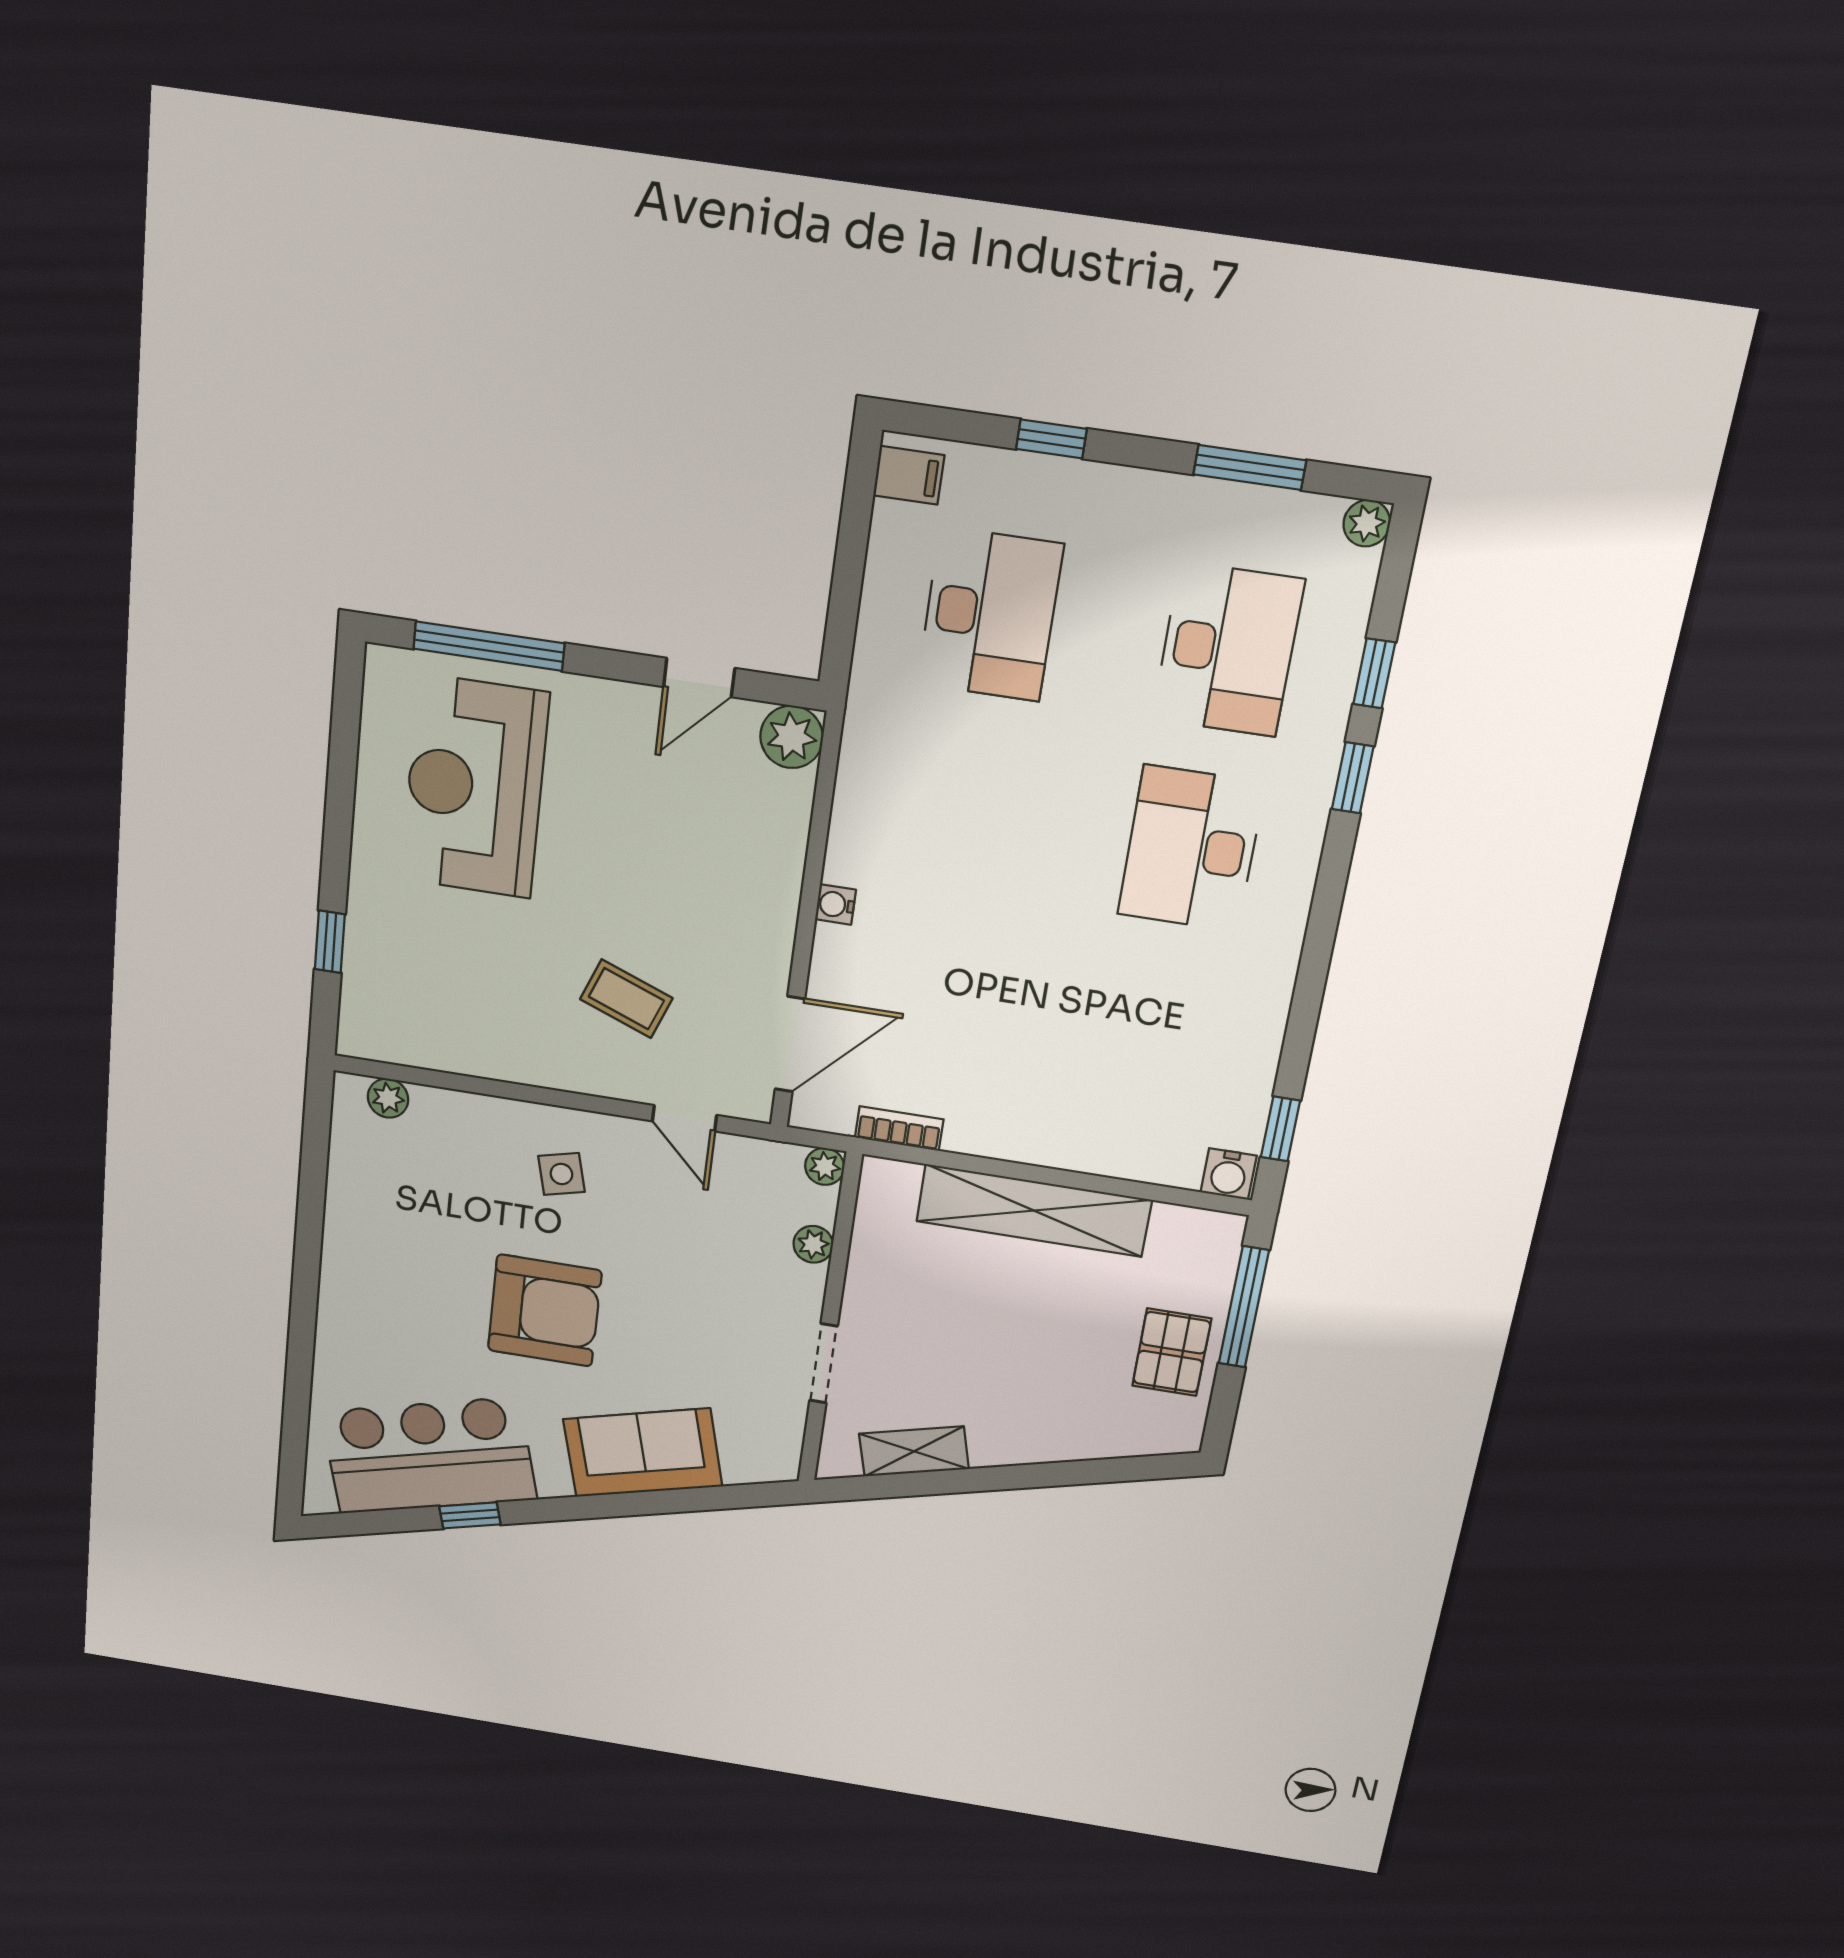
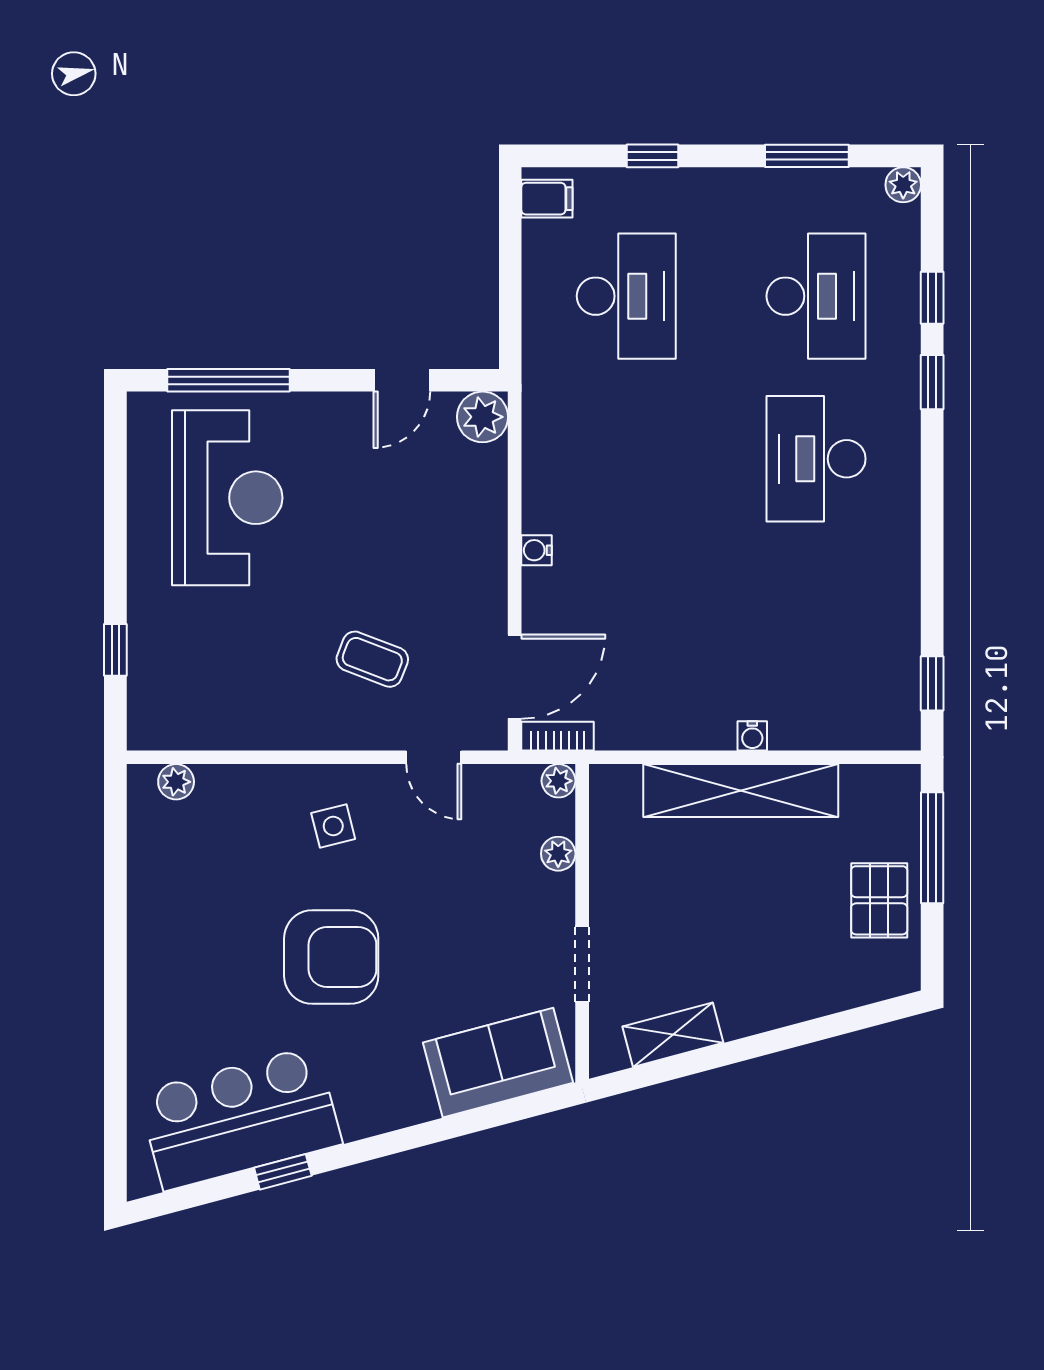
reception desk: (475, 787) -> (227, 498), turned 180
bookcase: (899, 1129) -> (558, 736), moved
water cooler: (1229, 1174) -> (752, 736), moved, width x0.72, depth x0.72
sofa: (643, 1453) -> (498, 1063), moved

